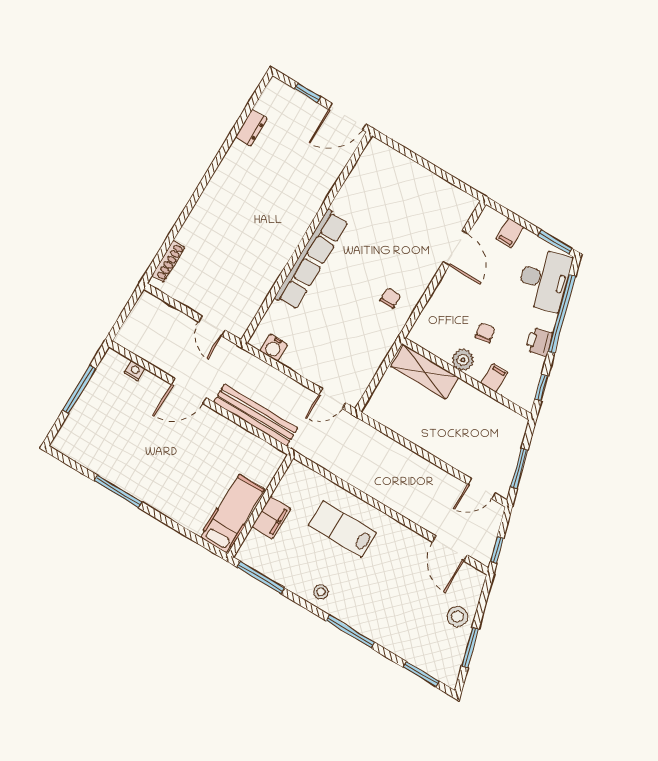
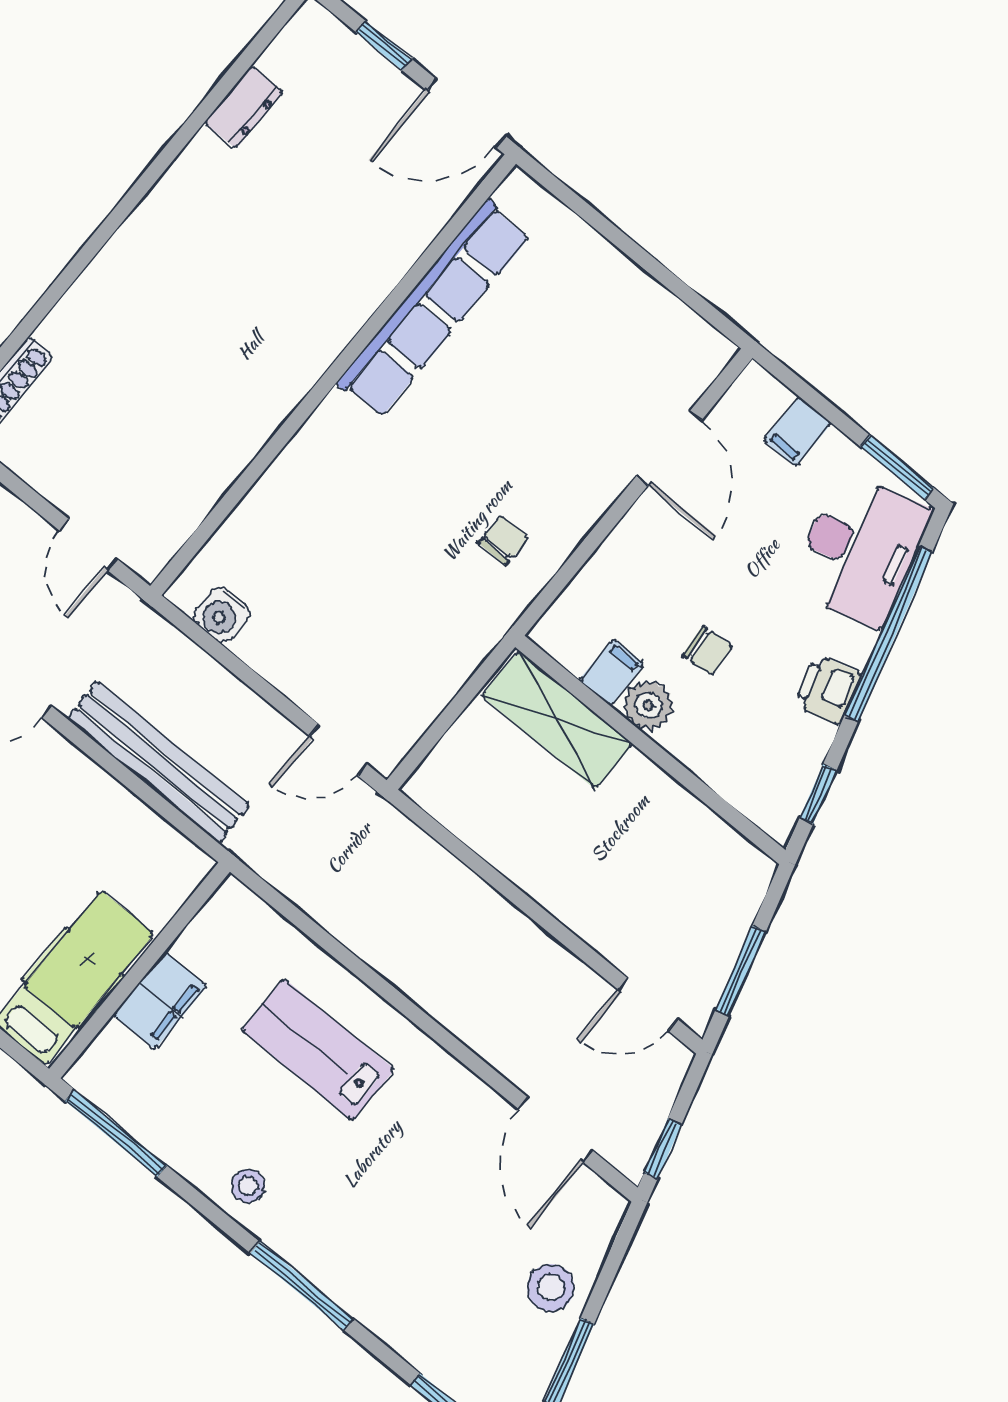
row of seats: (311, 260) -> (434, 309), moved
chair: (485, 333) -> (708, 651), turned 96
filing cabinet: (494, 378) -> (612, 672), moved

